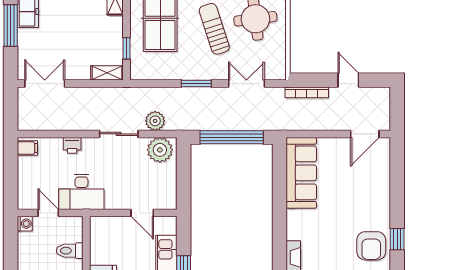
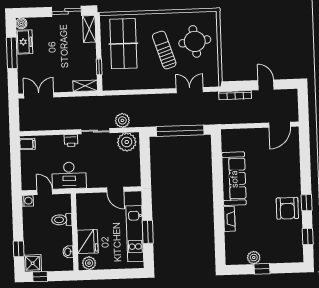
window: (196, 84) -> (152, 91), removed
printer: (72, 145) -> (71, 140), moved
sofa: (301, 173) -> (234, 179), moved

